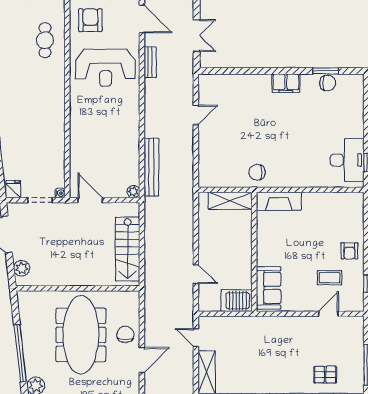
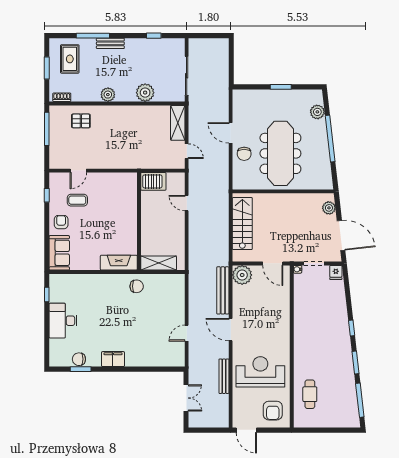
door: (142, 19) -> (231, 330), moved
double door: (197, 36) -> (186, 398), swing flipped
bench: (150, 62) -> (224, 376), width x1.36
desk: (347, 160) -> (63, 321), moved
plant: (133, 192) -> (242, 275), width x1.88, depth x1.88
sofa: (269, 288) -> (59, 253), moved, turned 180
door: (142, 360) -> (231, 133), hinge flipped

